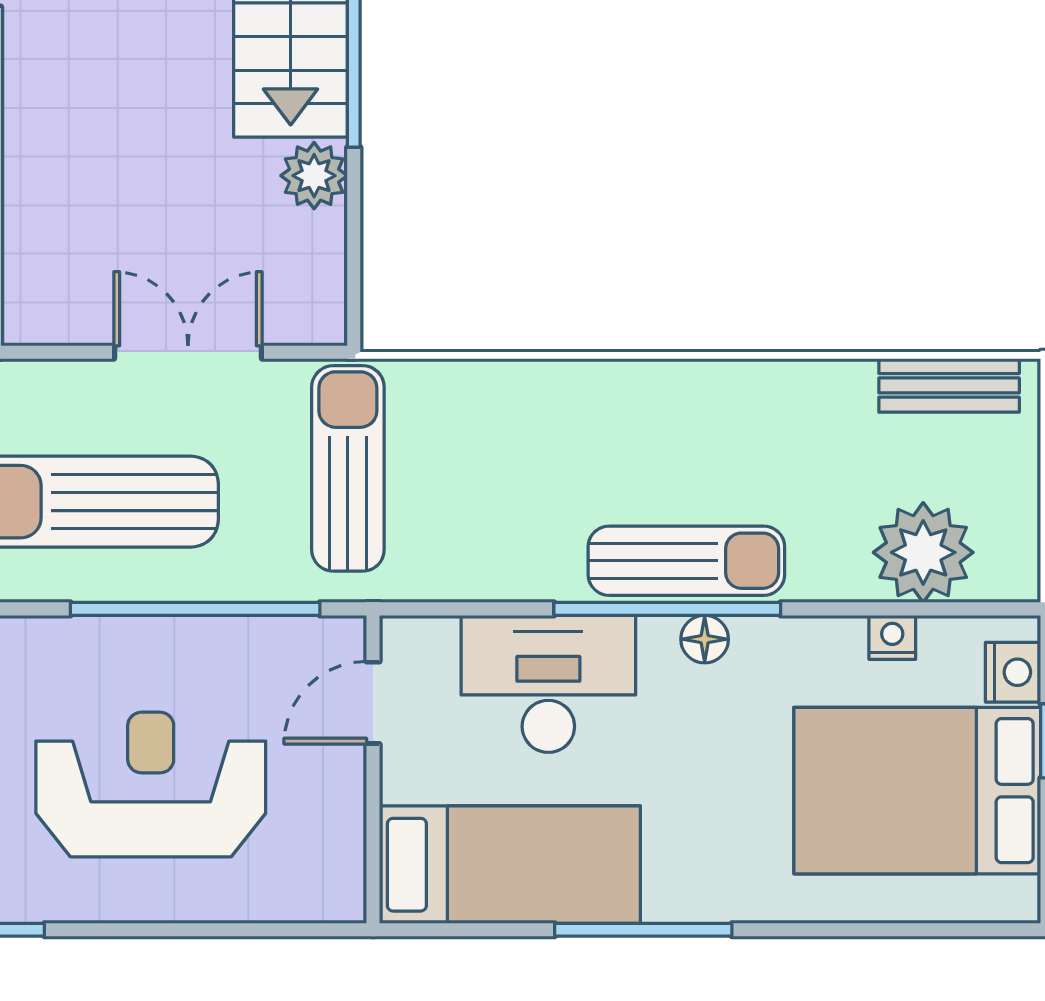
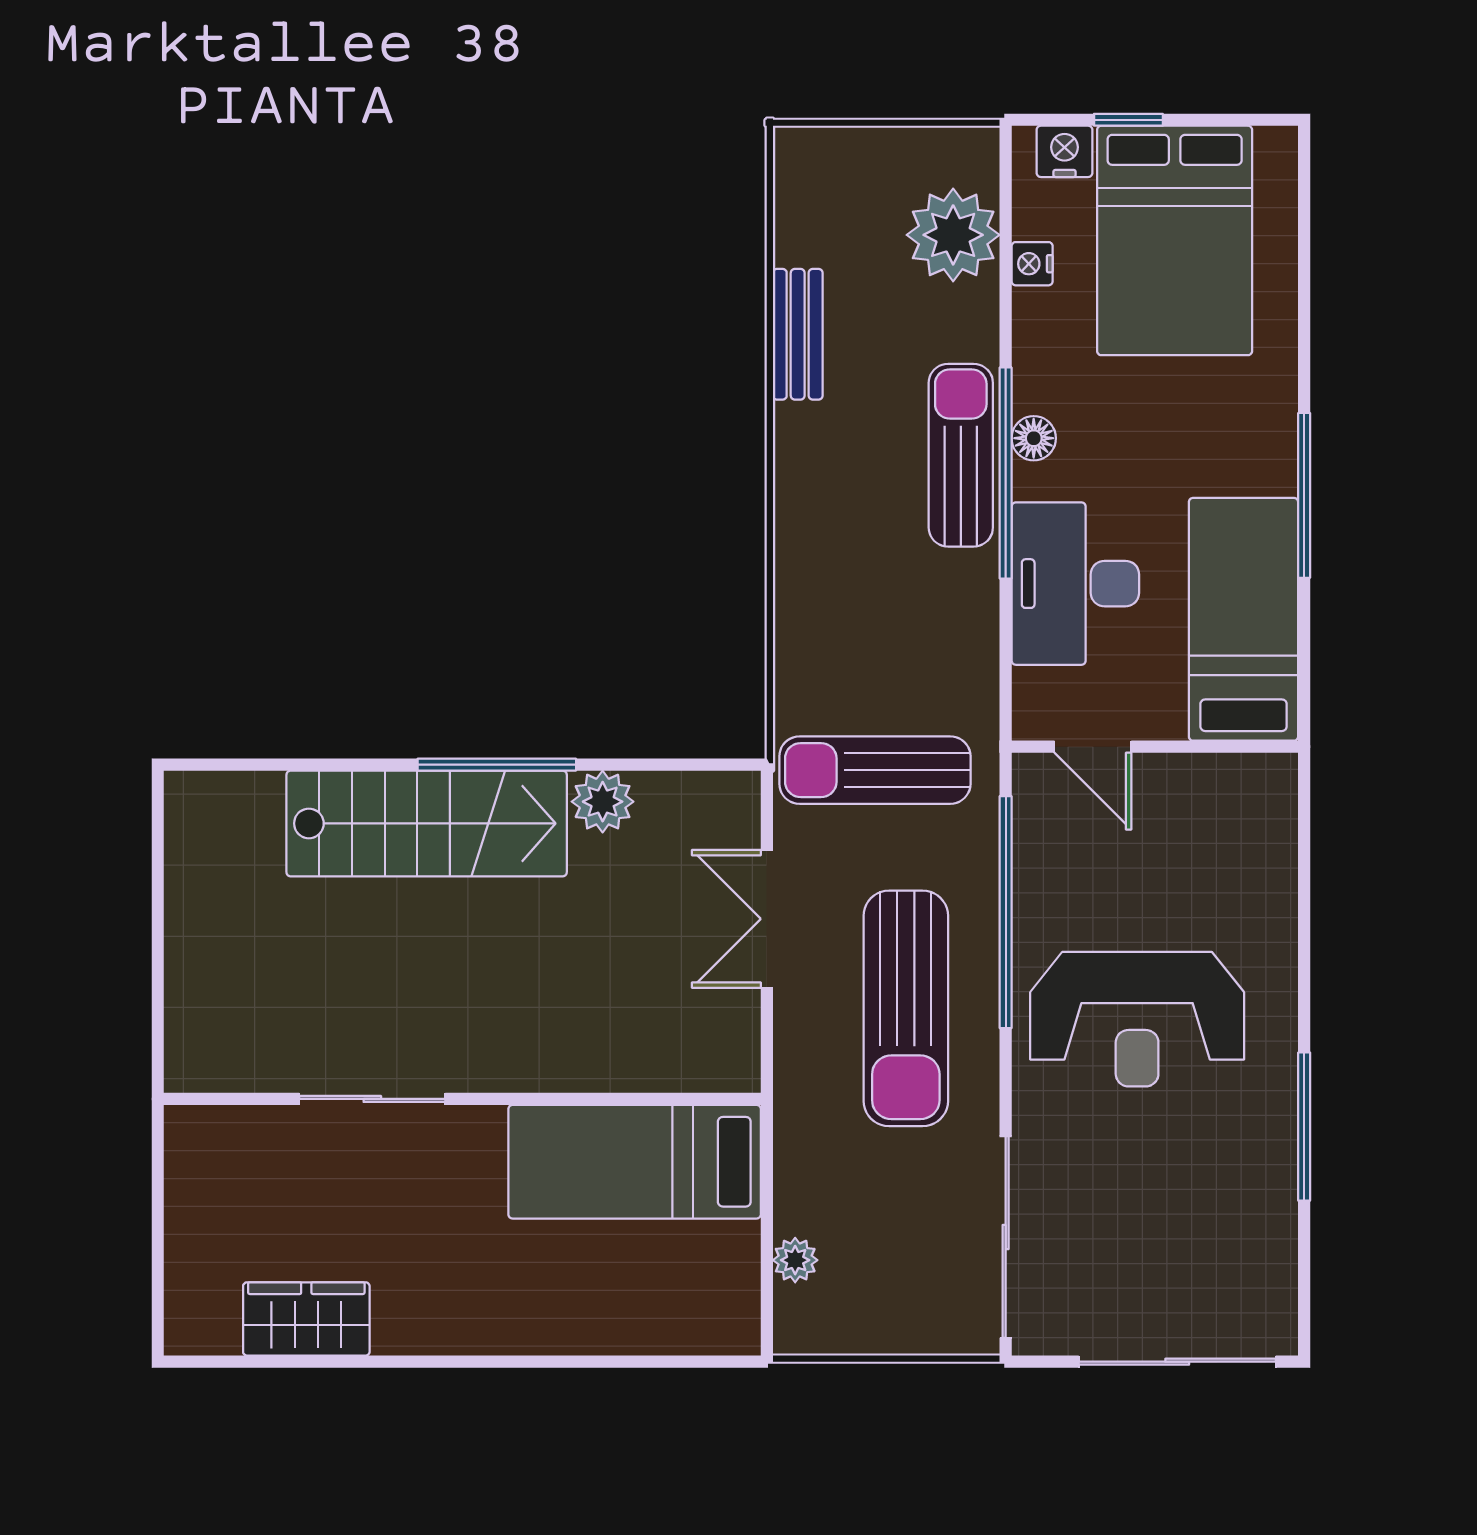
bench: (949, 385) -> (798, 334), moved
reception desk: (151, 784) -> (1137, 1019), moved, turned -90

